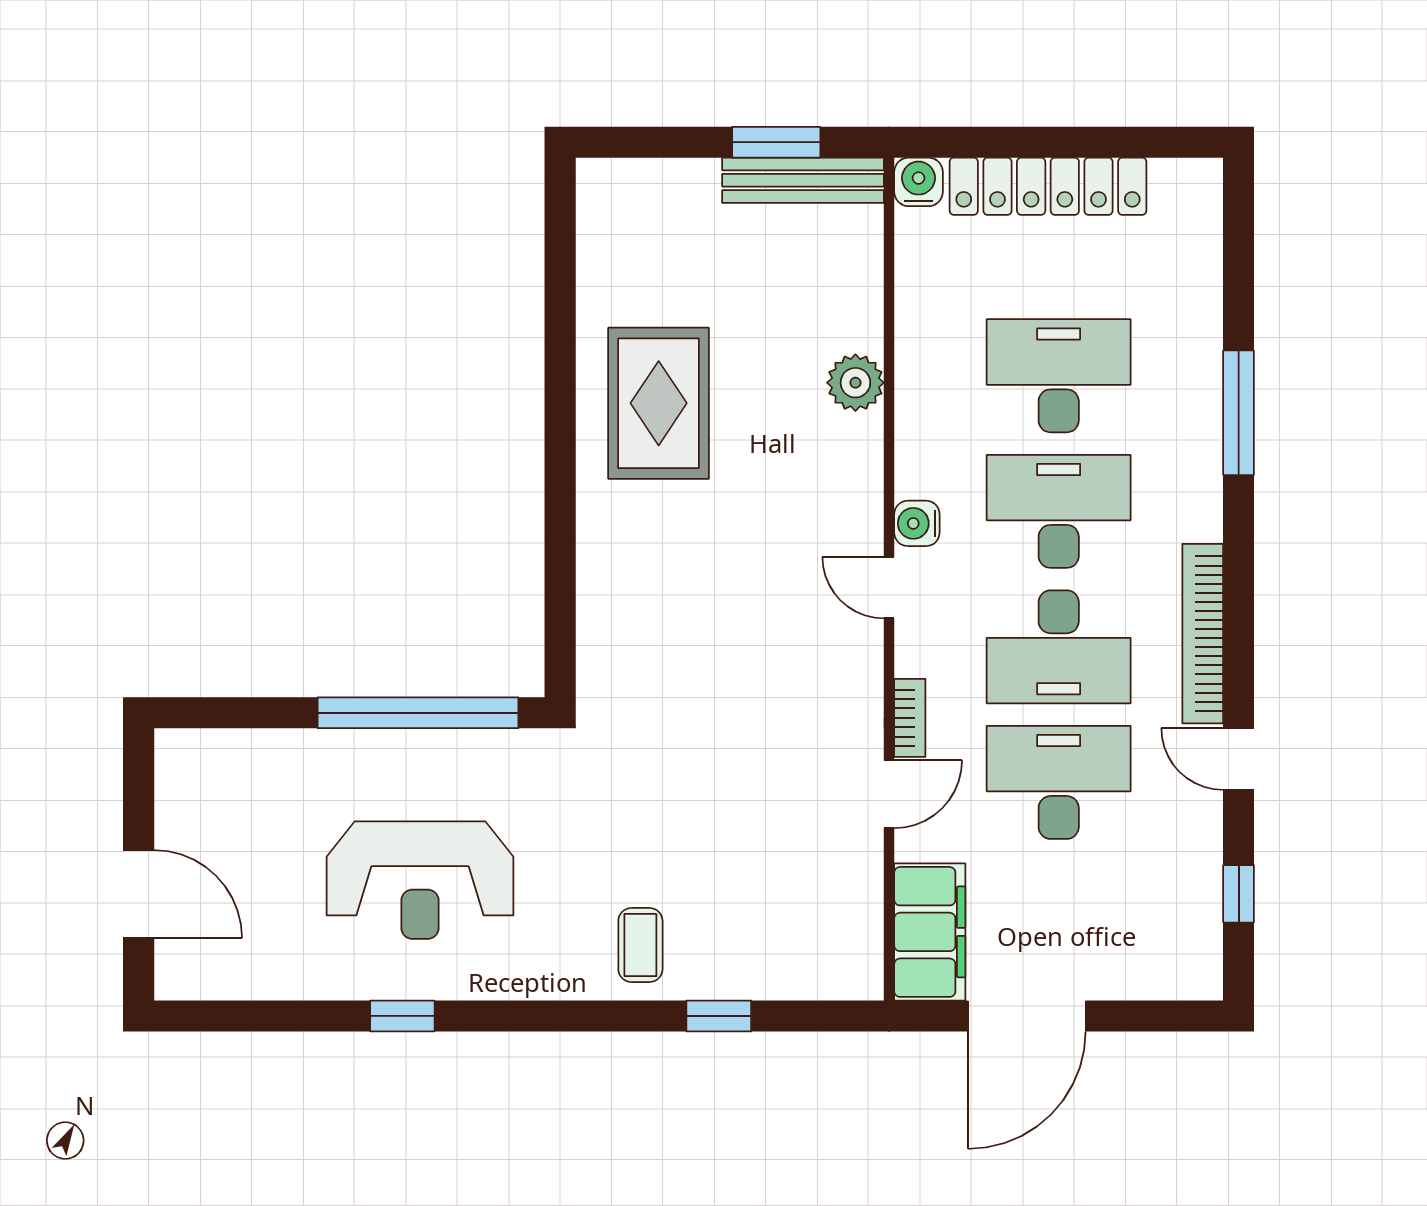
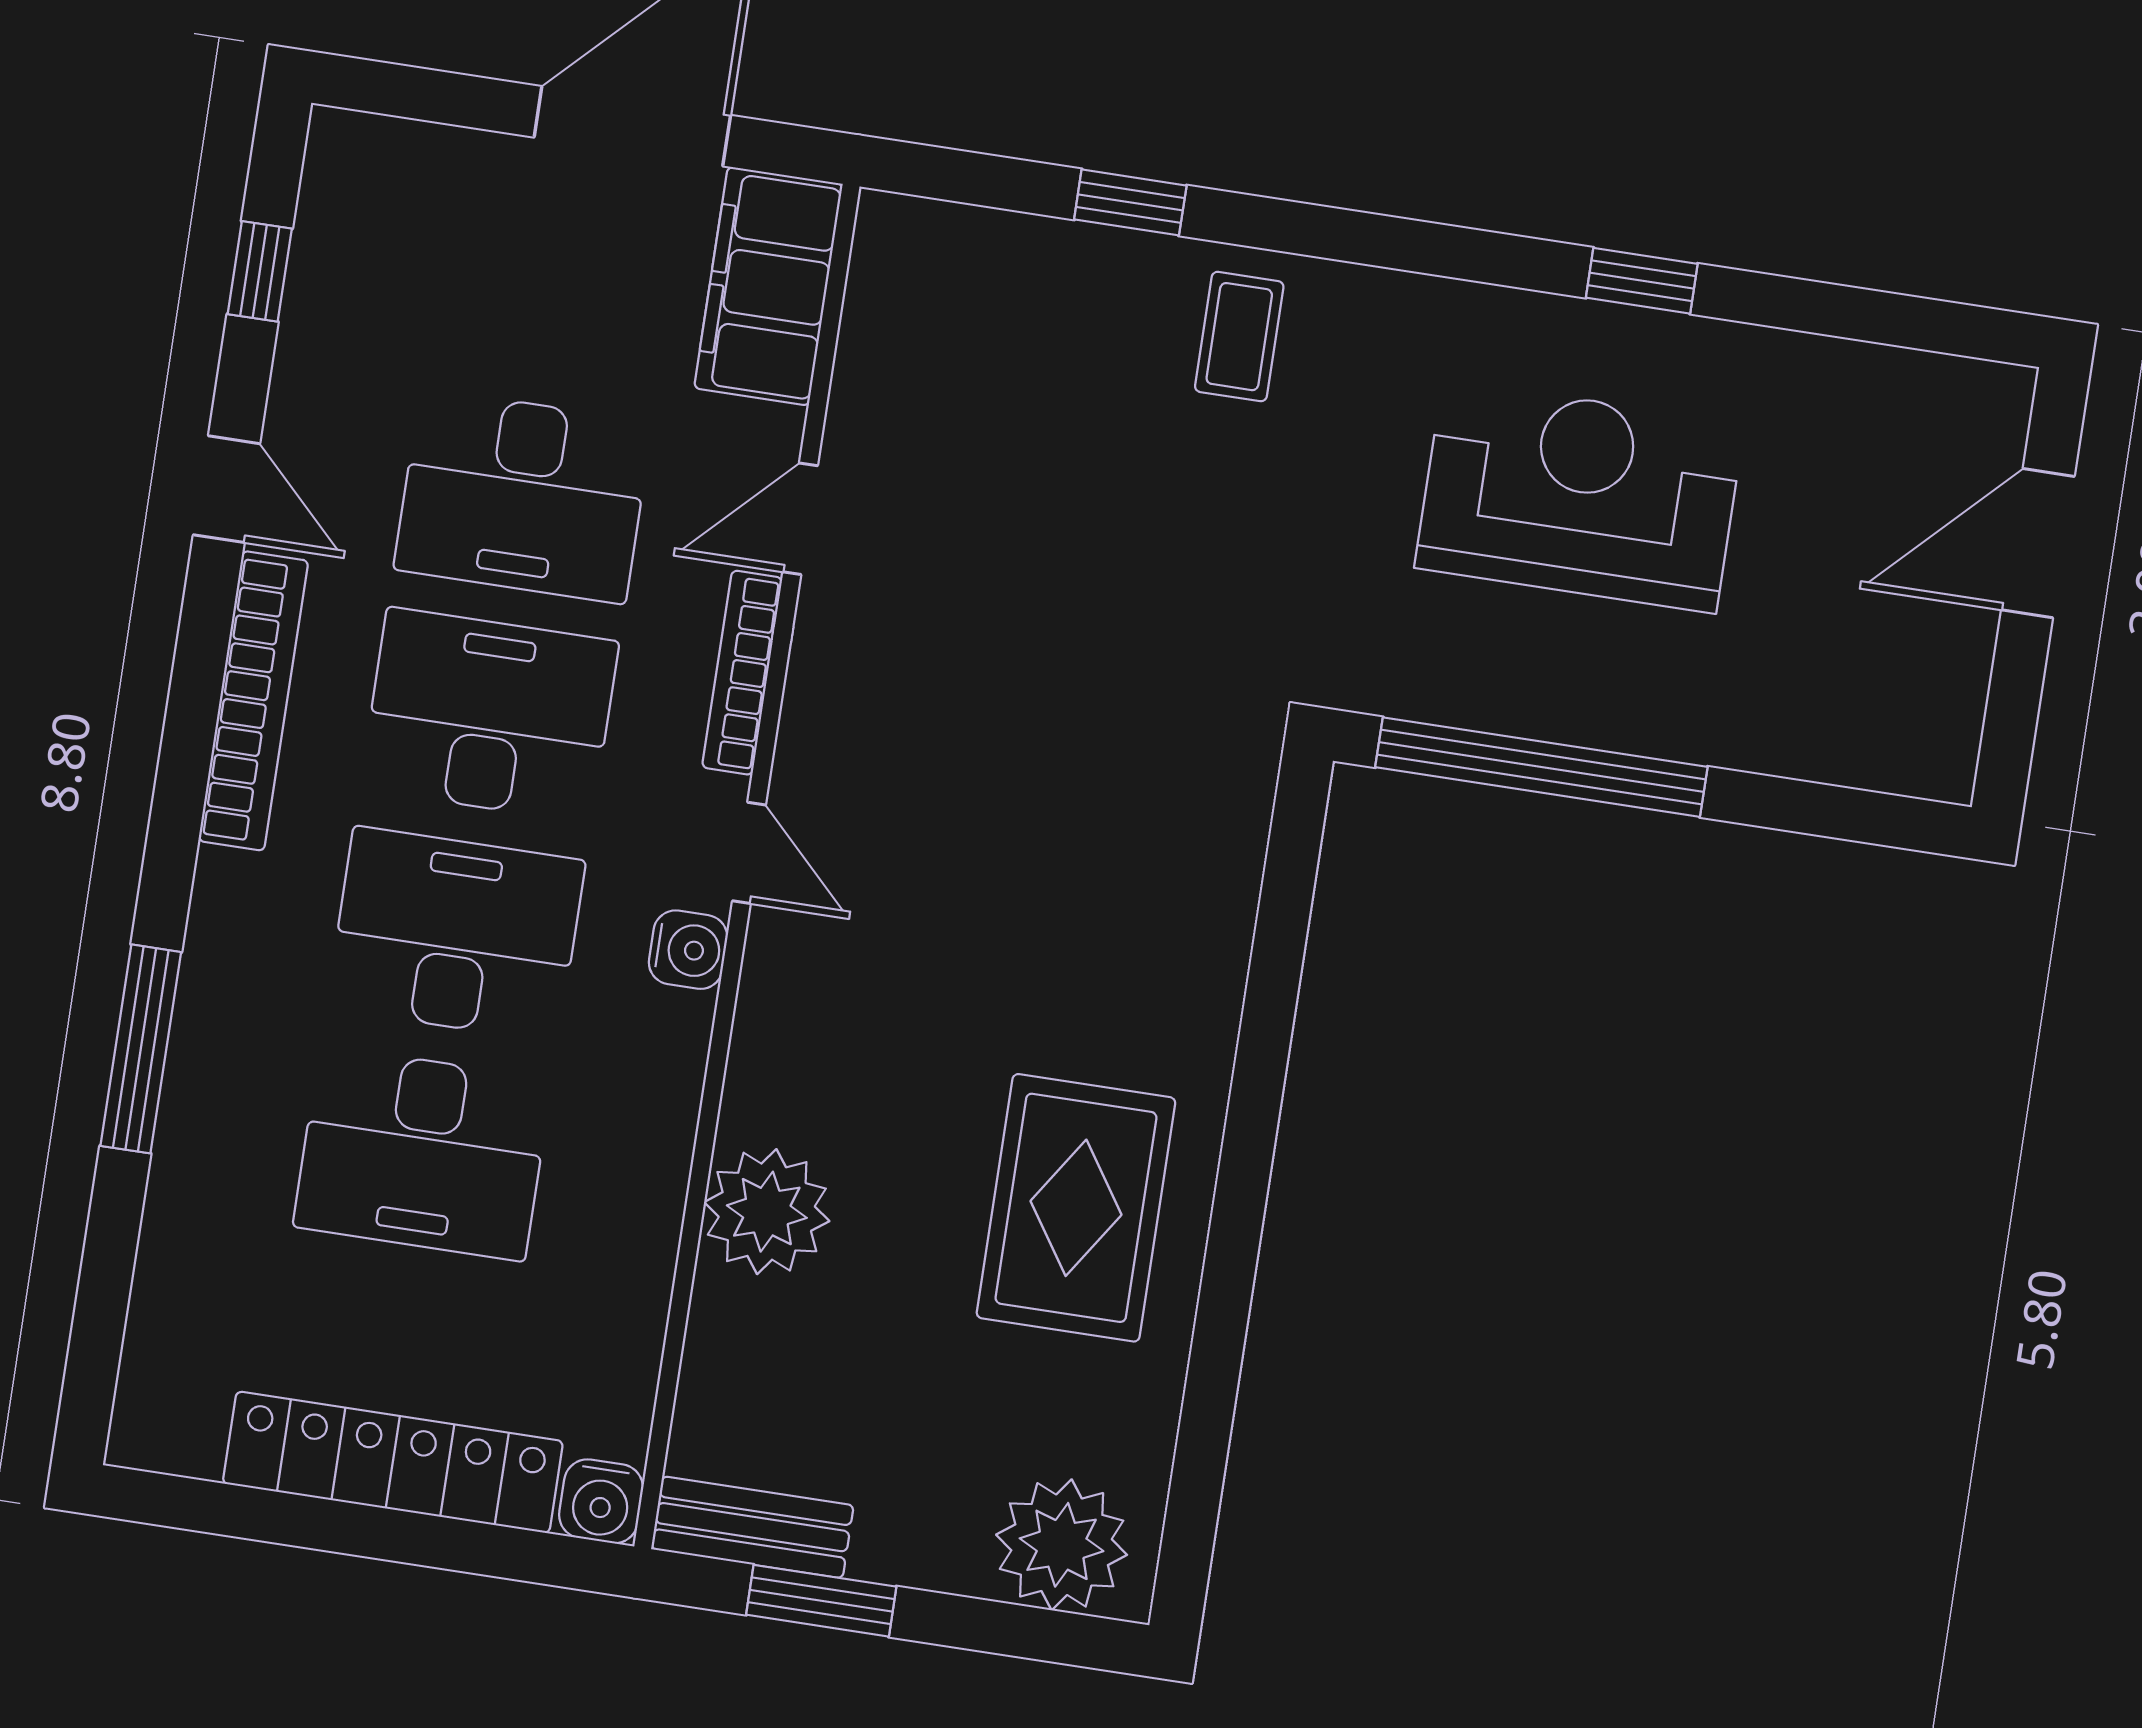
bench: (803, 180) -> (752, 1527), width x0.73
plant: (636, 198) -> (1062, 1545), added
plant: (855, 383) -> (767, 1212), width x1.36, depth x1.36
desk: (1059, 511) -> (456, 934), turned 180
bookcase: (910, 718) -> (742, 673), width x1.56
door: (139, 894) -> (2038, 543), hinge flipped

